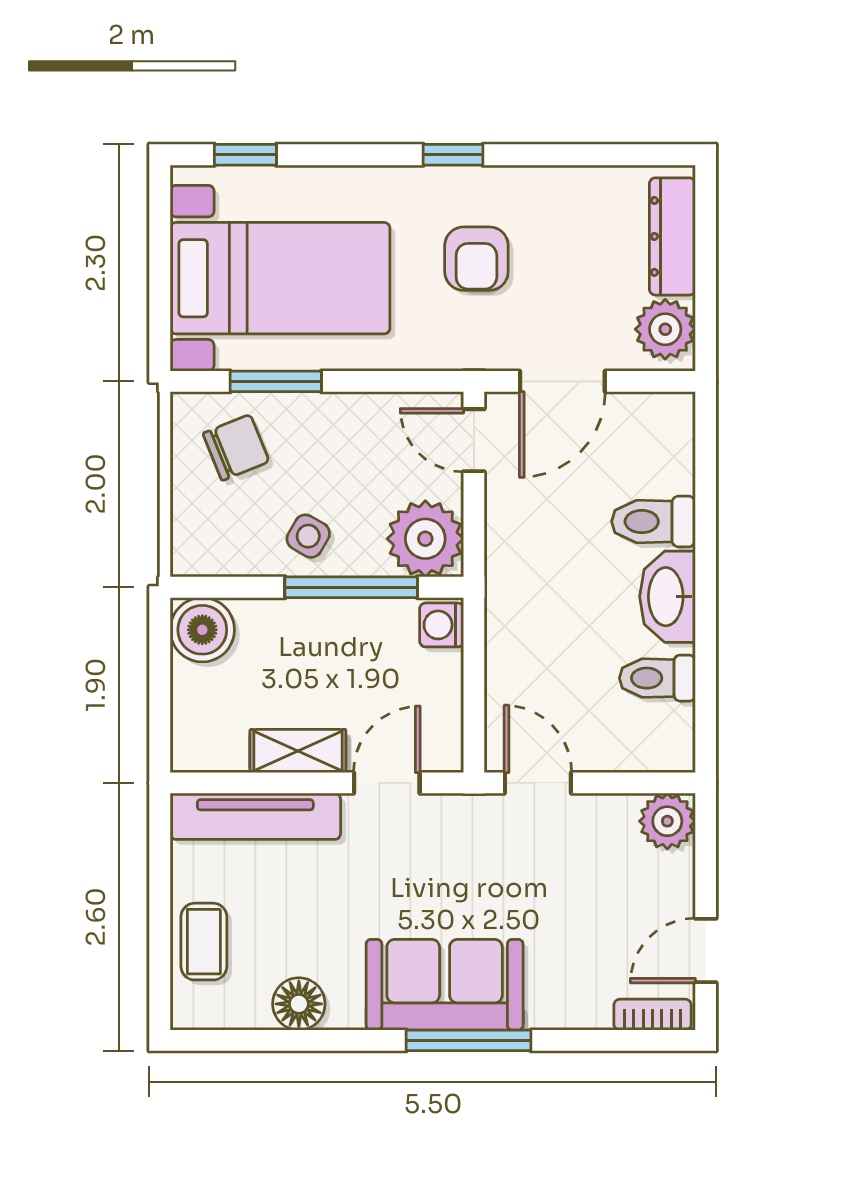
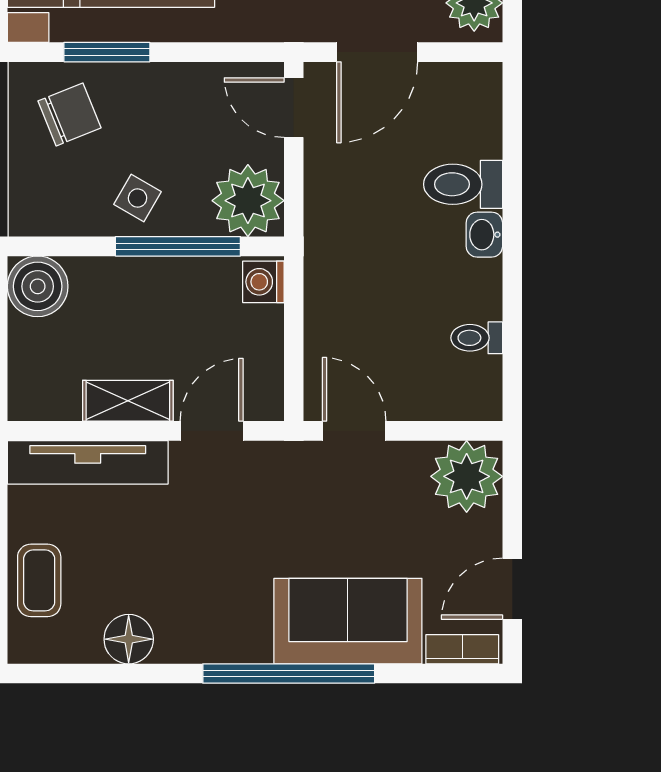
washbasin: (667, 597) -> (484, 235), width x0.52, depth x0.69
toilet: (657, 678) -> (477, 338), width x0.73, depth x0.72
plant: (667, 821) -> (467, 476), width x1.36, depth x1.36
sofa: (445, 985) -> (348, 621), moved
window: (469, 1040) -> (289, 674), width x1.46

